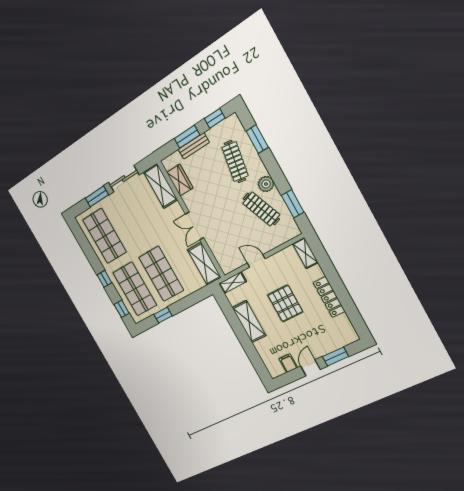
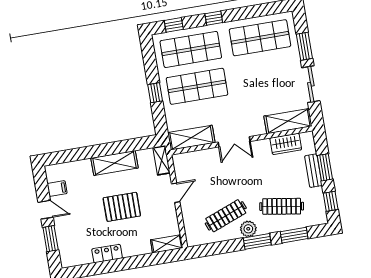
window: (293, 204) -> (257, 241), moved
double door: (194, 226) -> (234, 142), swing flipped
locker: (329, 297) -> (107, 254), width x0.66
window: (163, 315) -> (155, 93), moved

